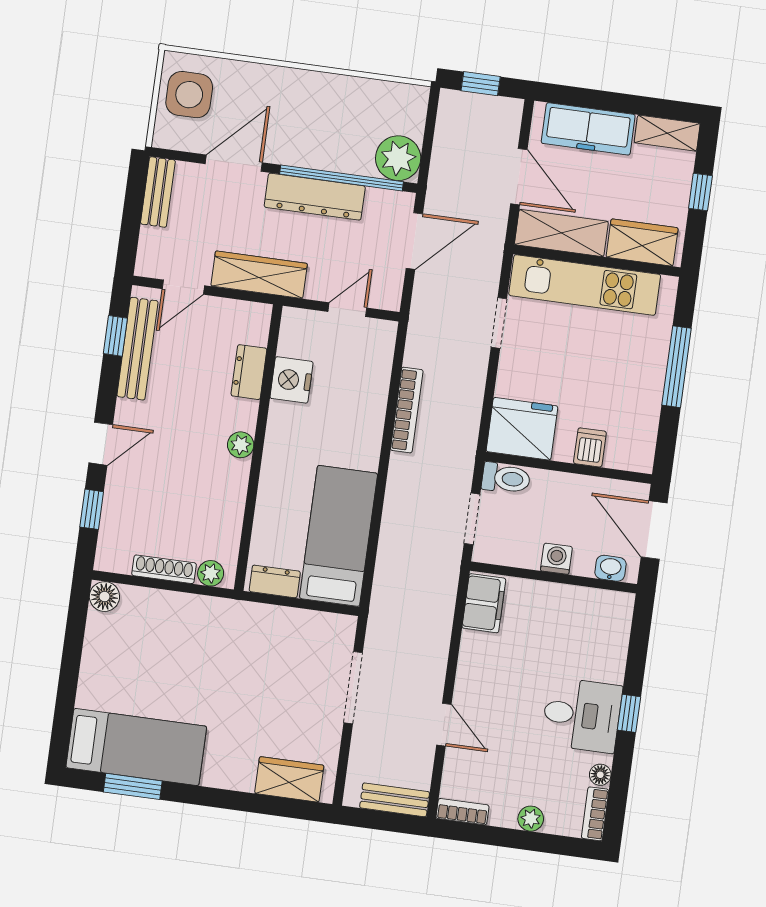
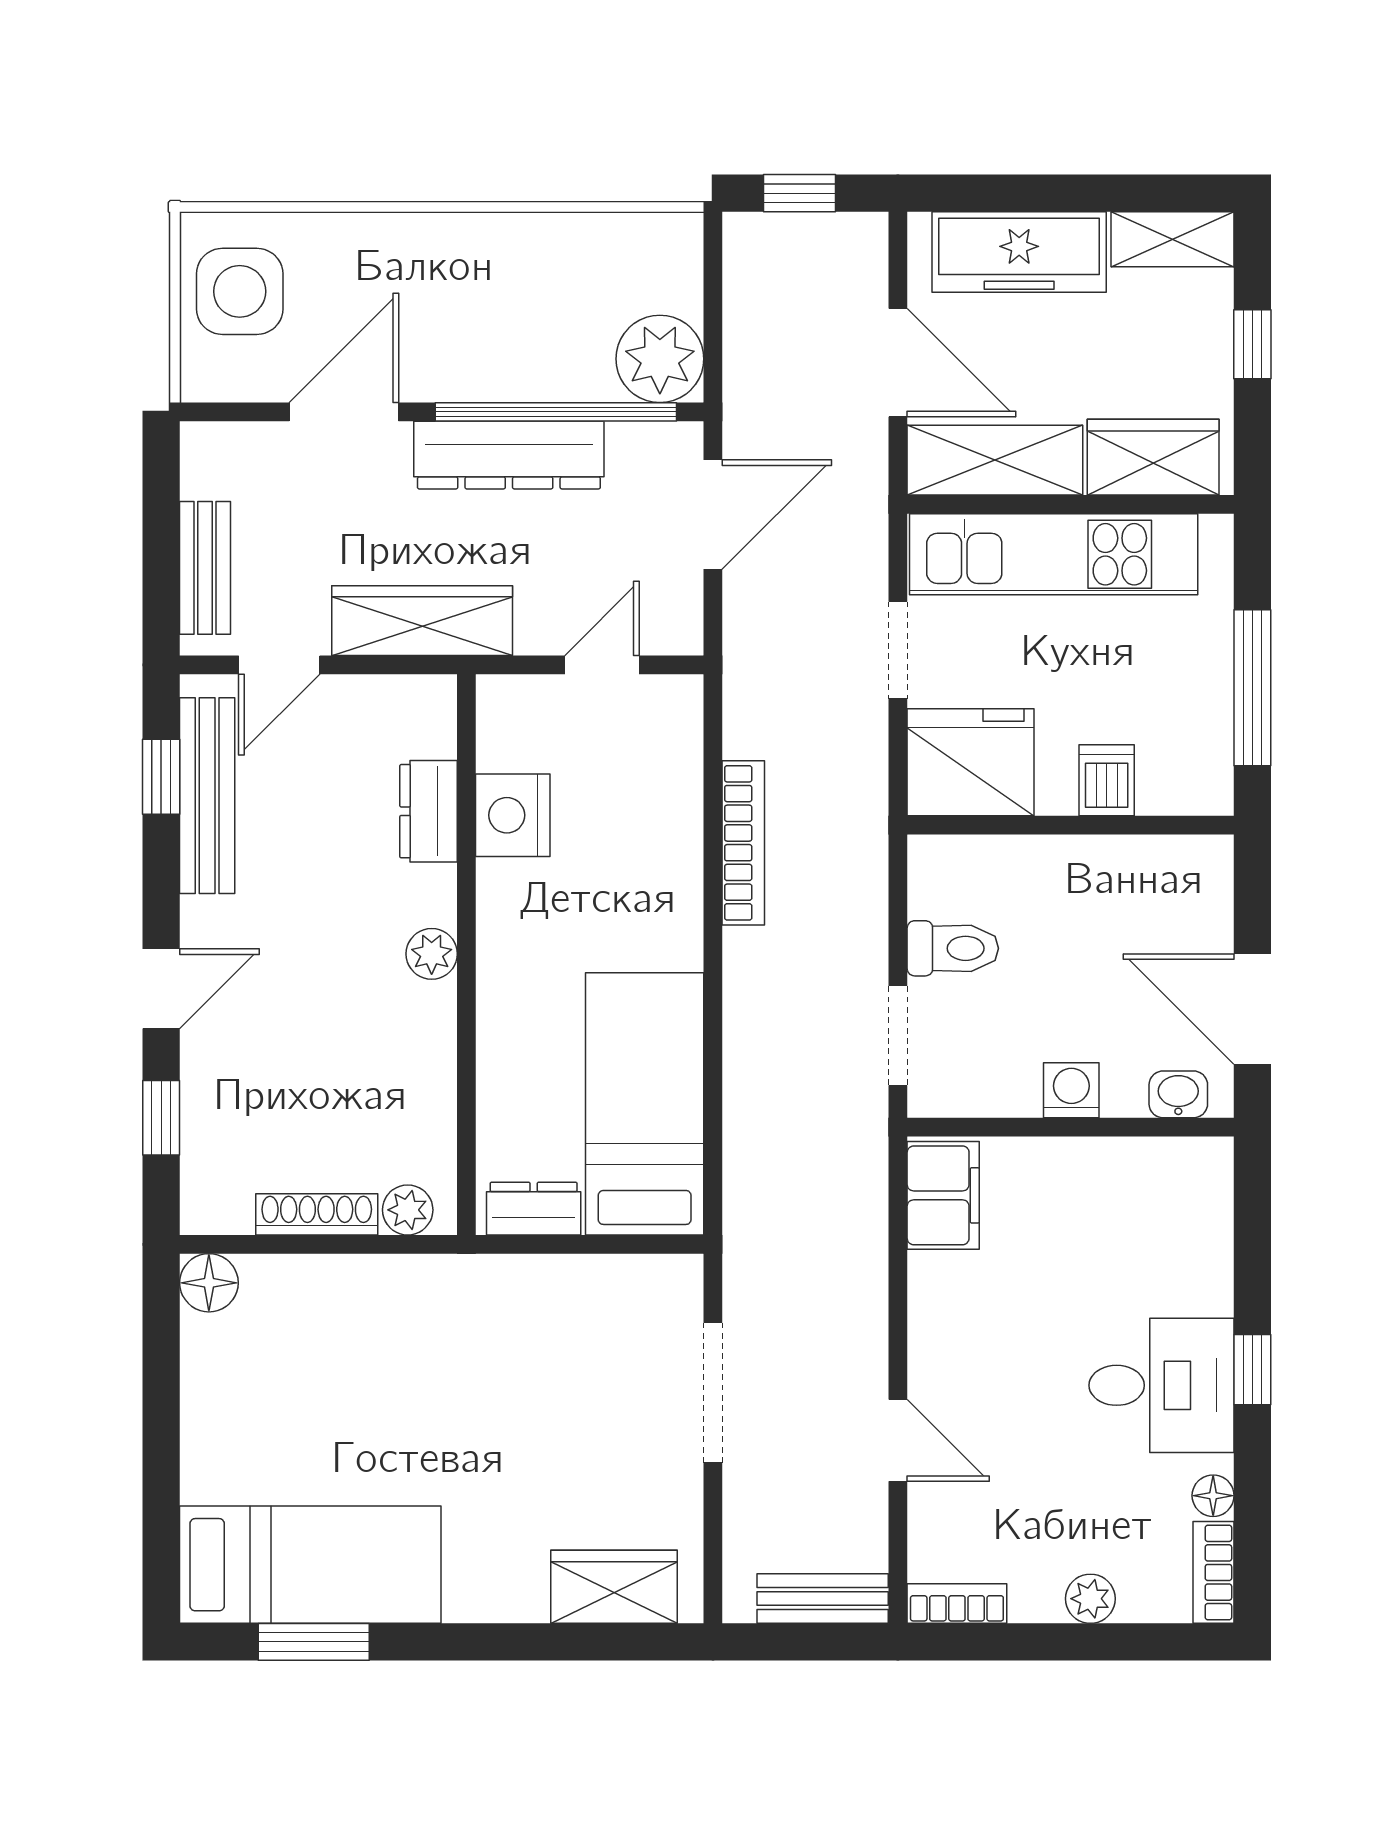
bench: (158, 192) -> (205, 568), moved
fridge: (522, 429) -> (971, 762), moved
dishwasher: (590, 447) -> (1107, 780), moved
wall: (568, 468) -> (1071, 825), moved

